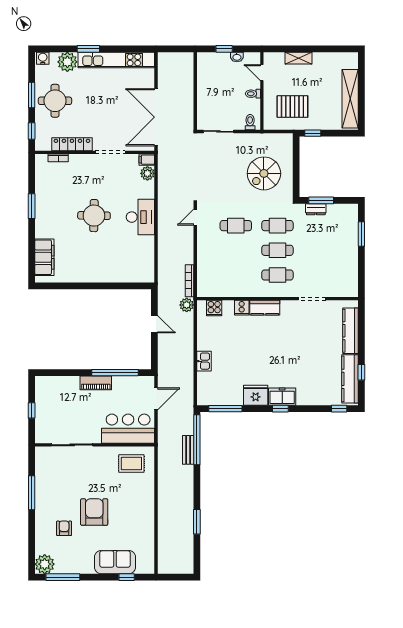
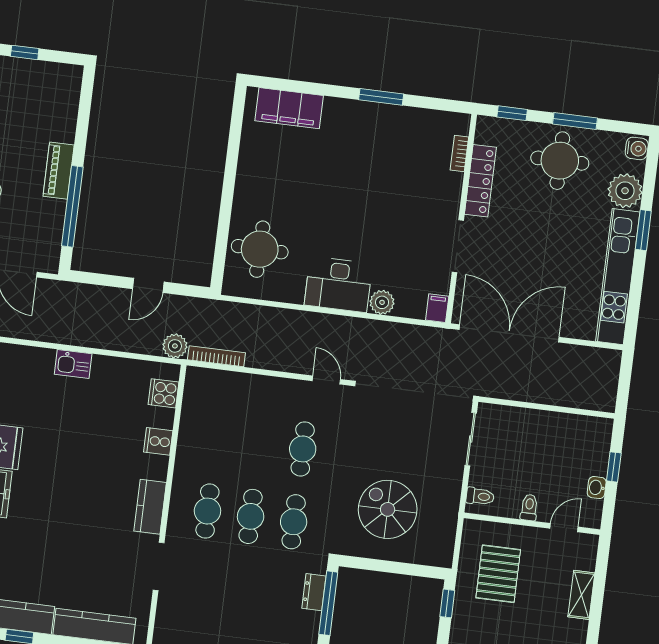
plant: (147, 173) -> (382, 302), moved
window: (321, 200) -> (328, 603), width x1.44
round table: (94, 216) -> (260, 249), moved
kitchen counter: (265, 308) -> (150, 507), moved

